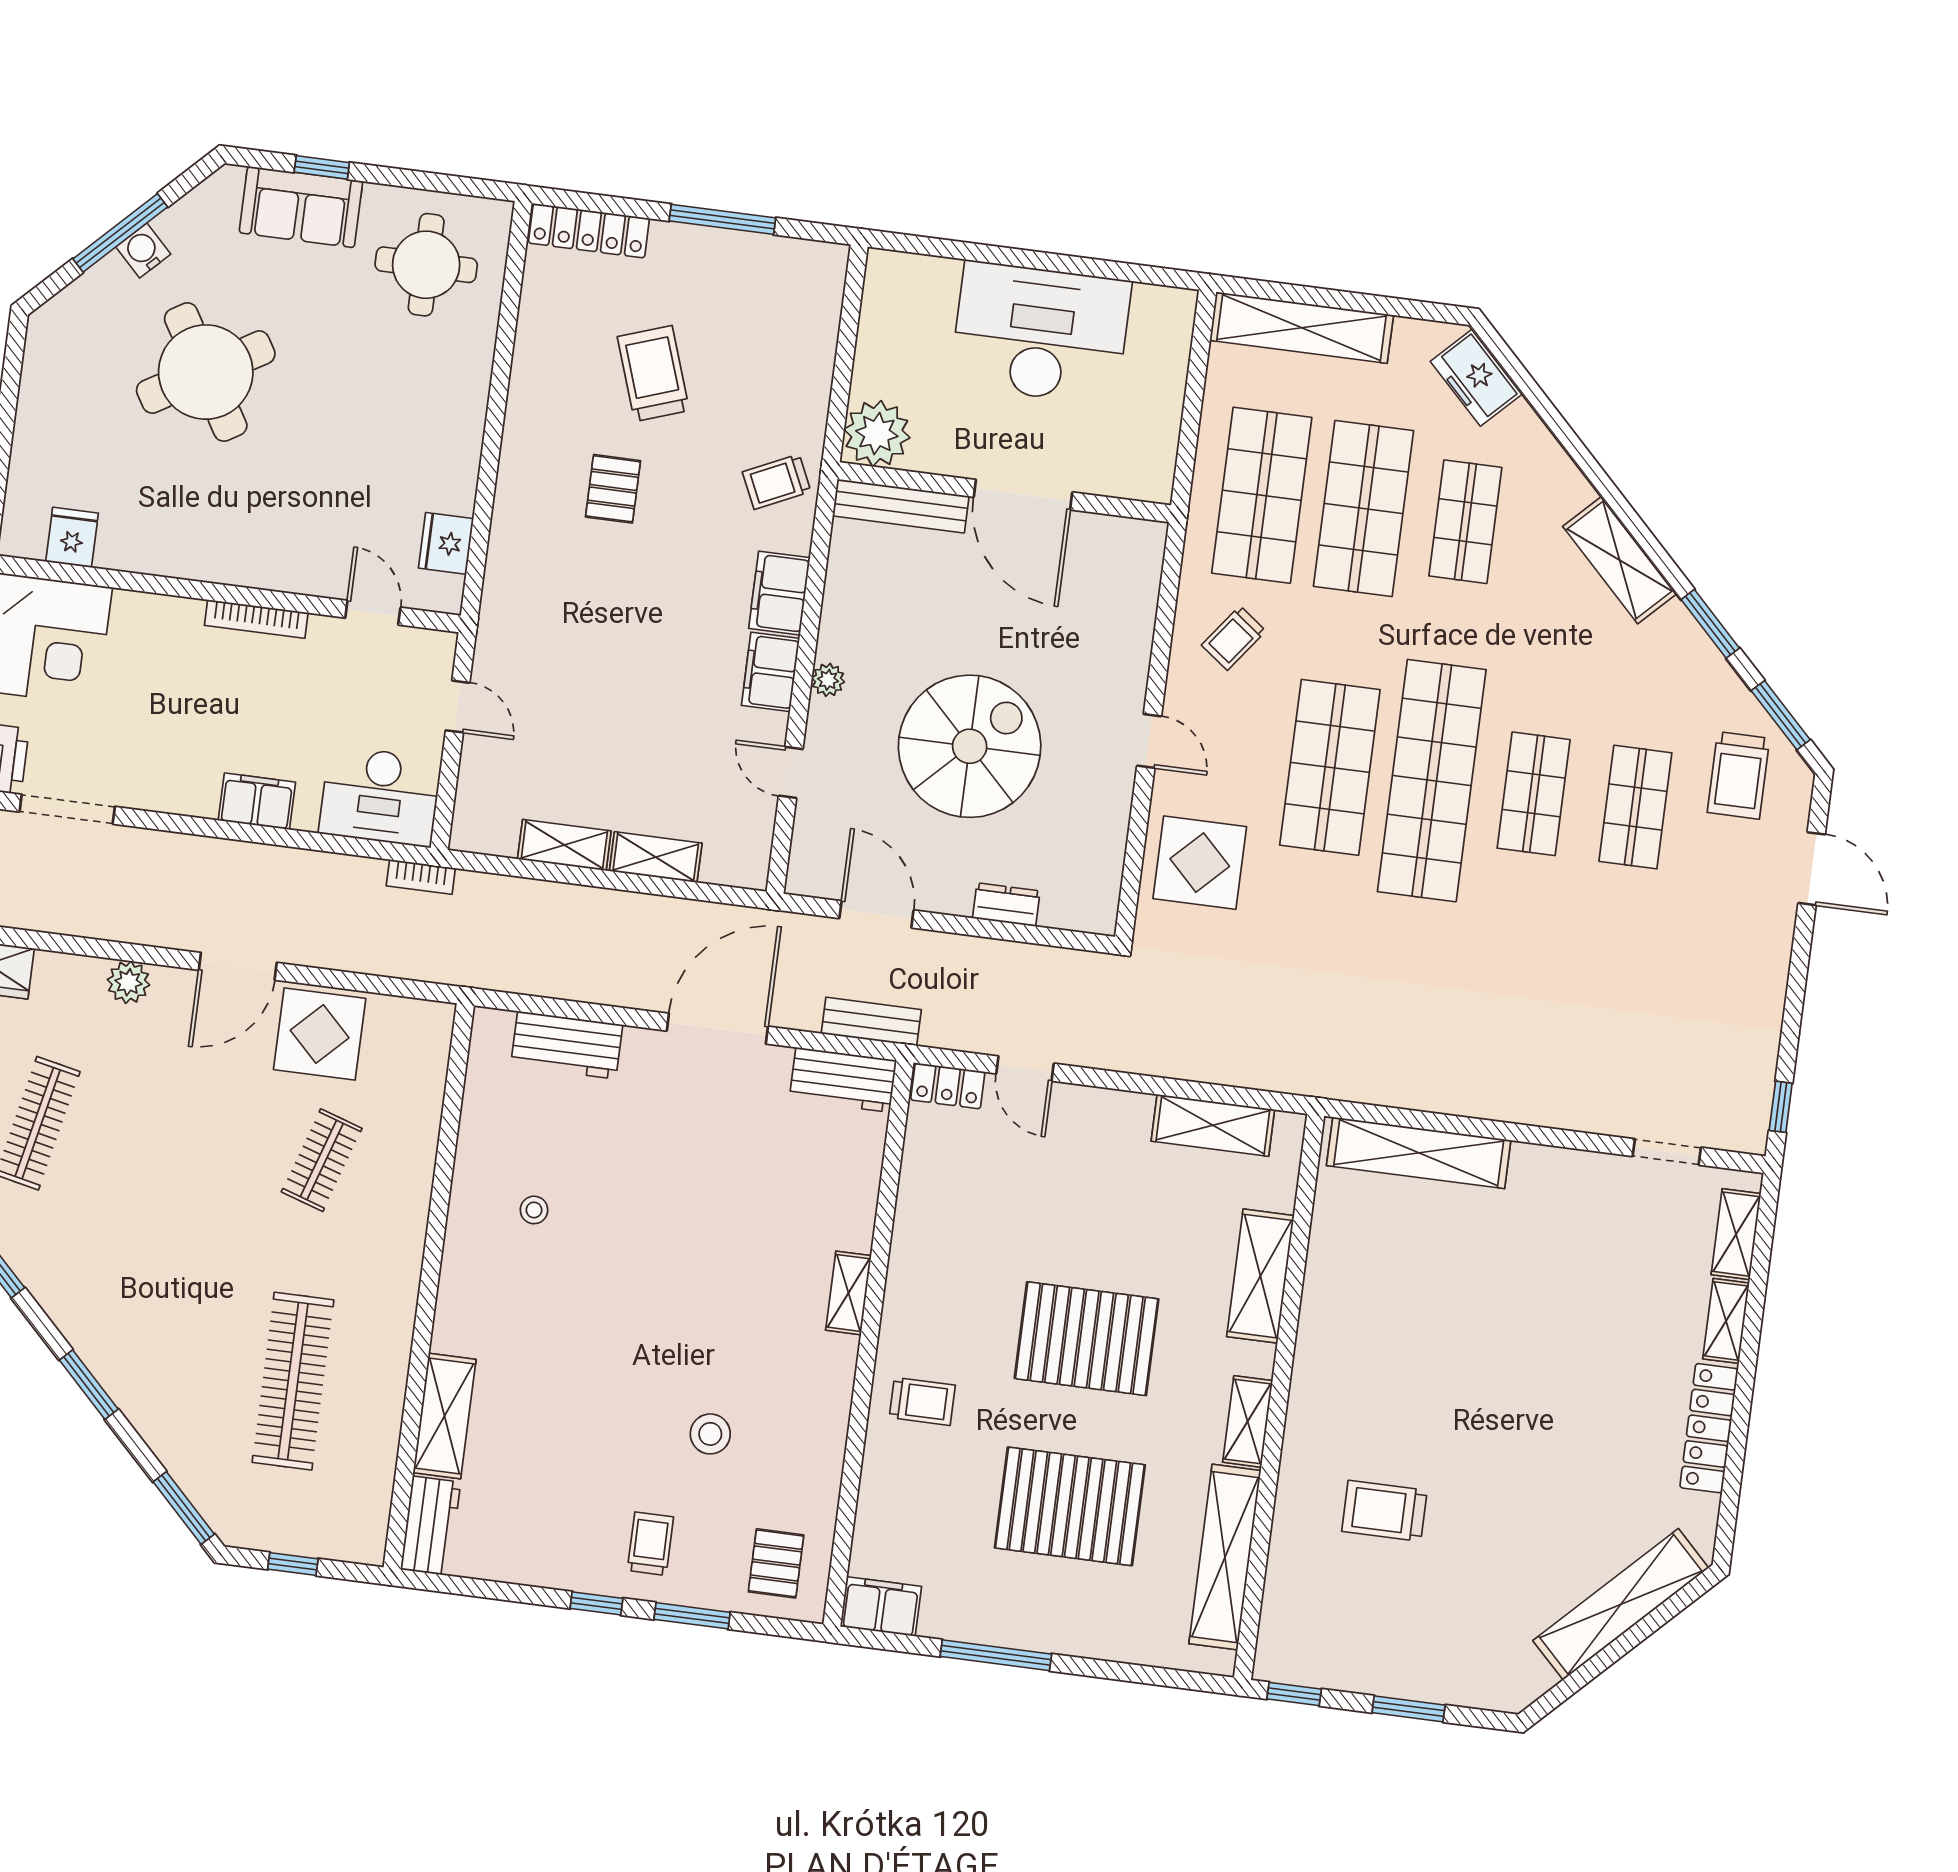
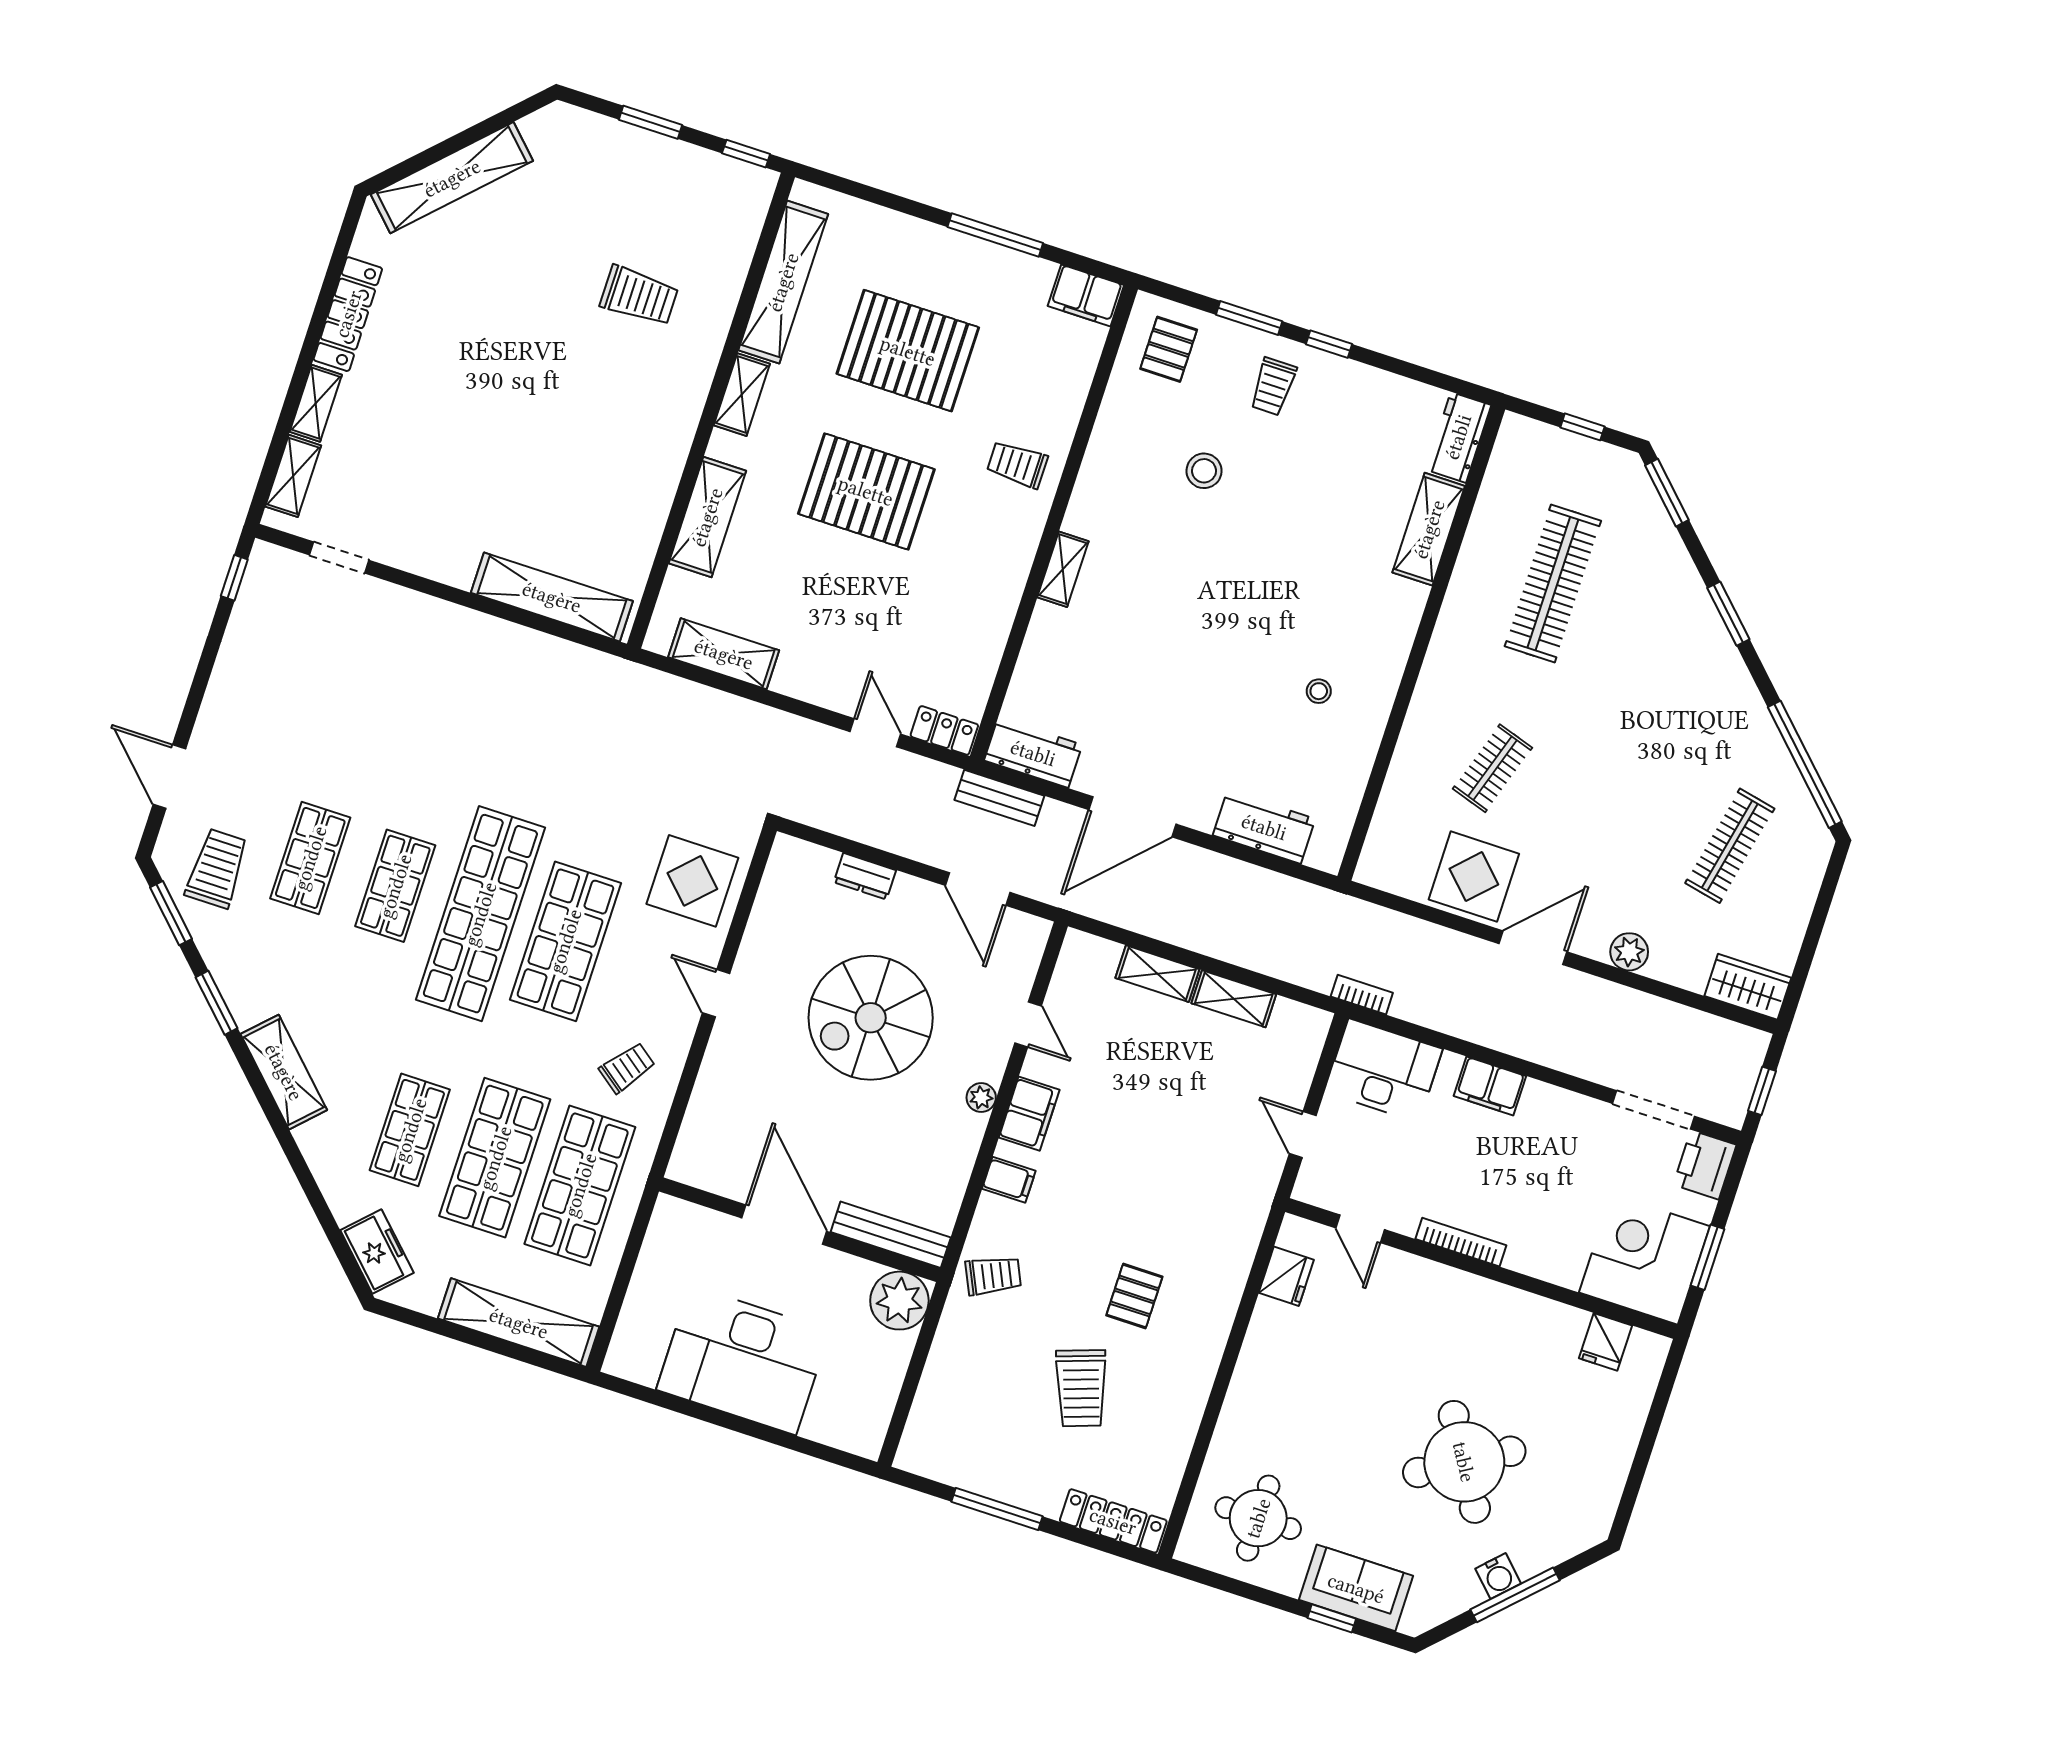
filing cabinet: (779, 593) -> (1009, 1180), width x0.50

